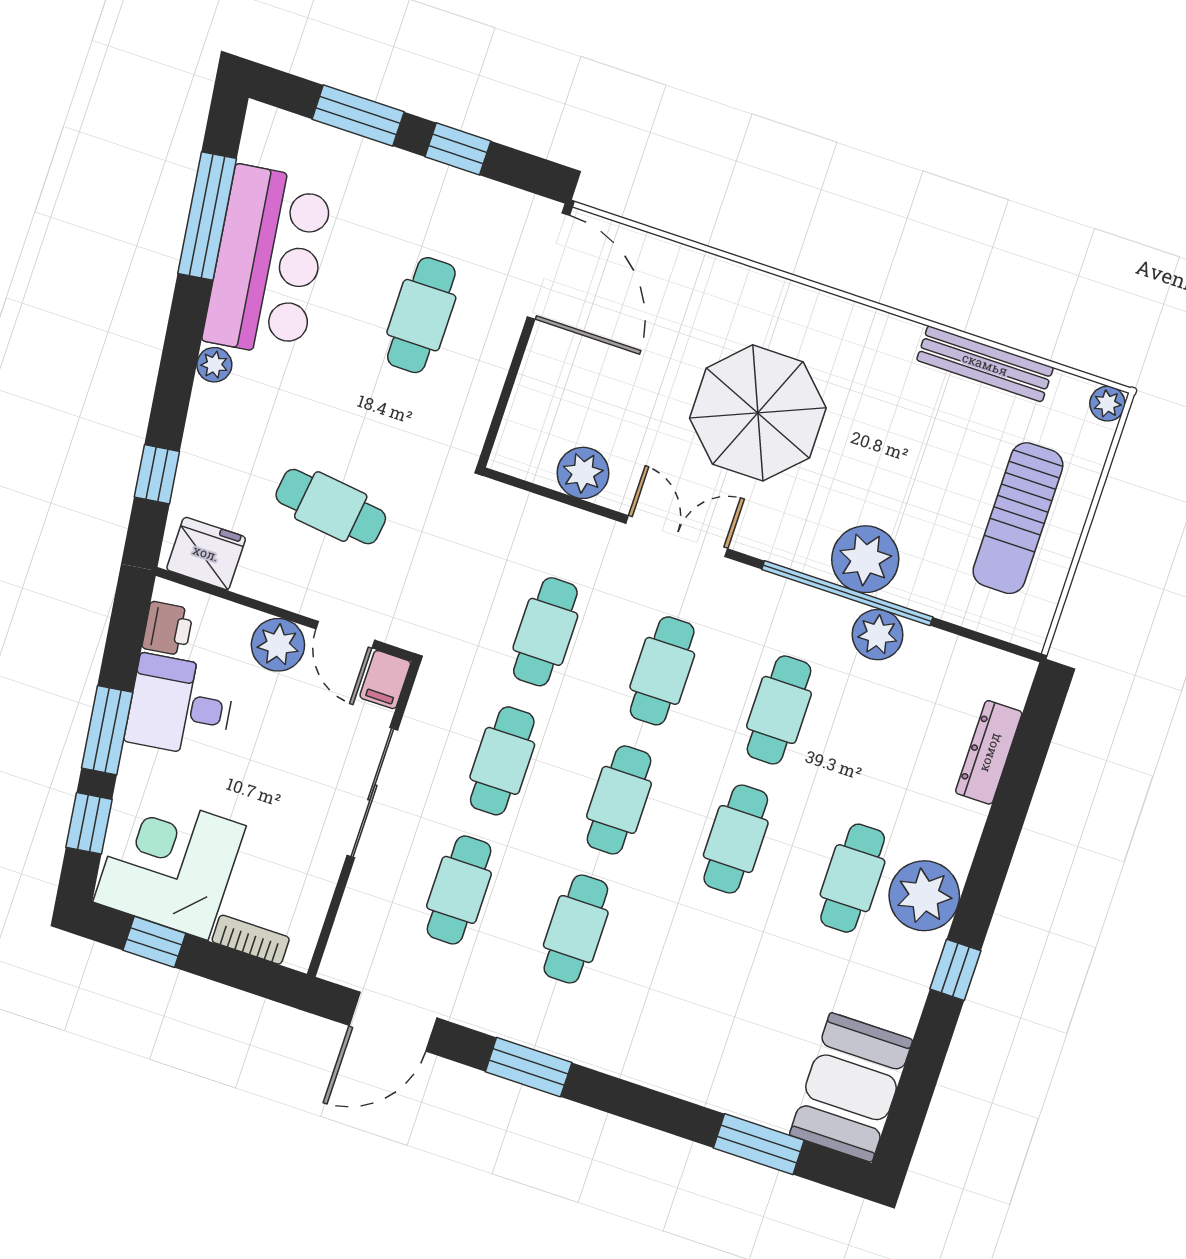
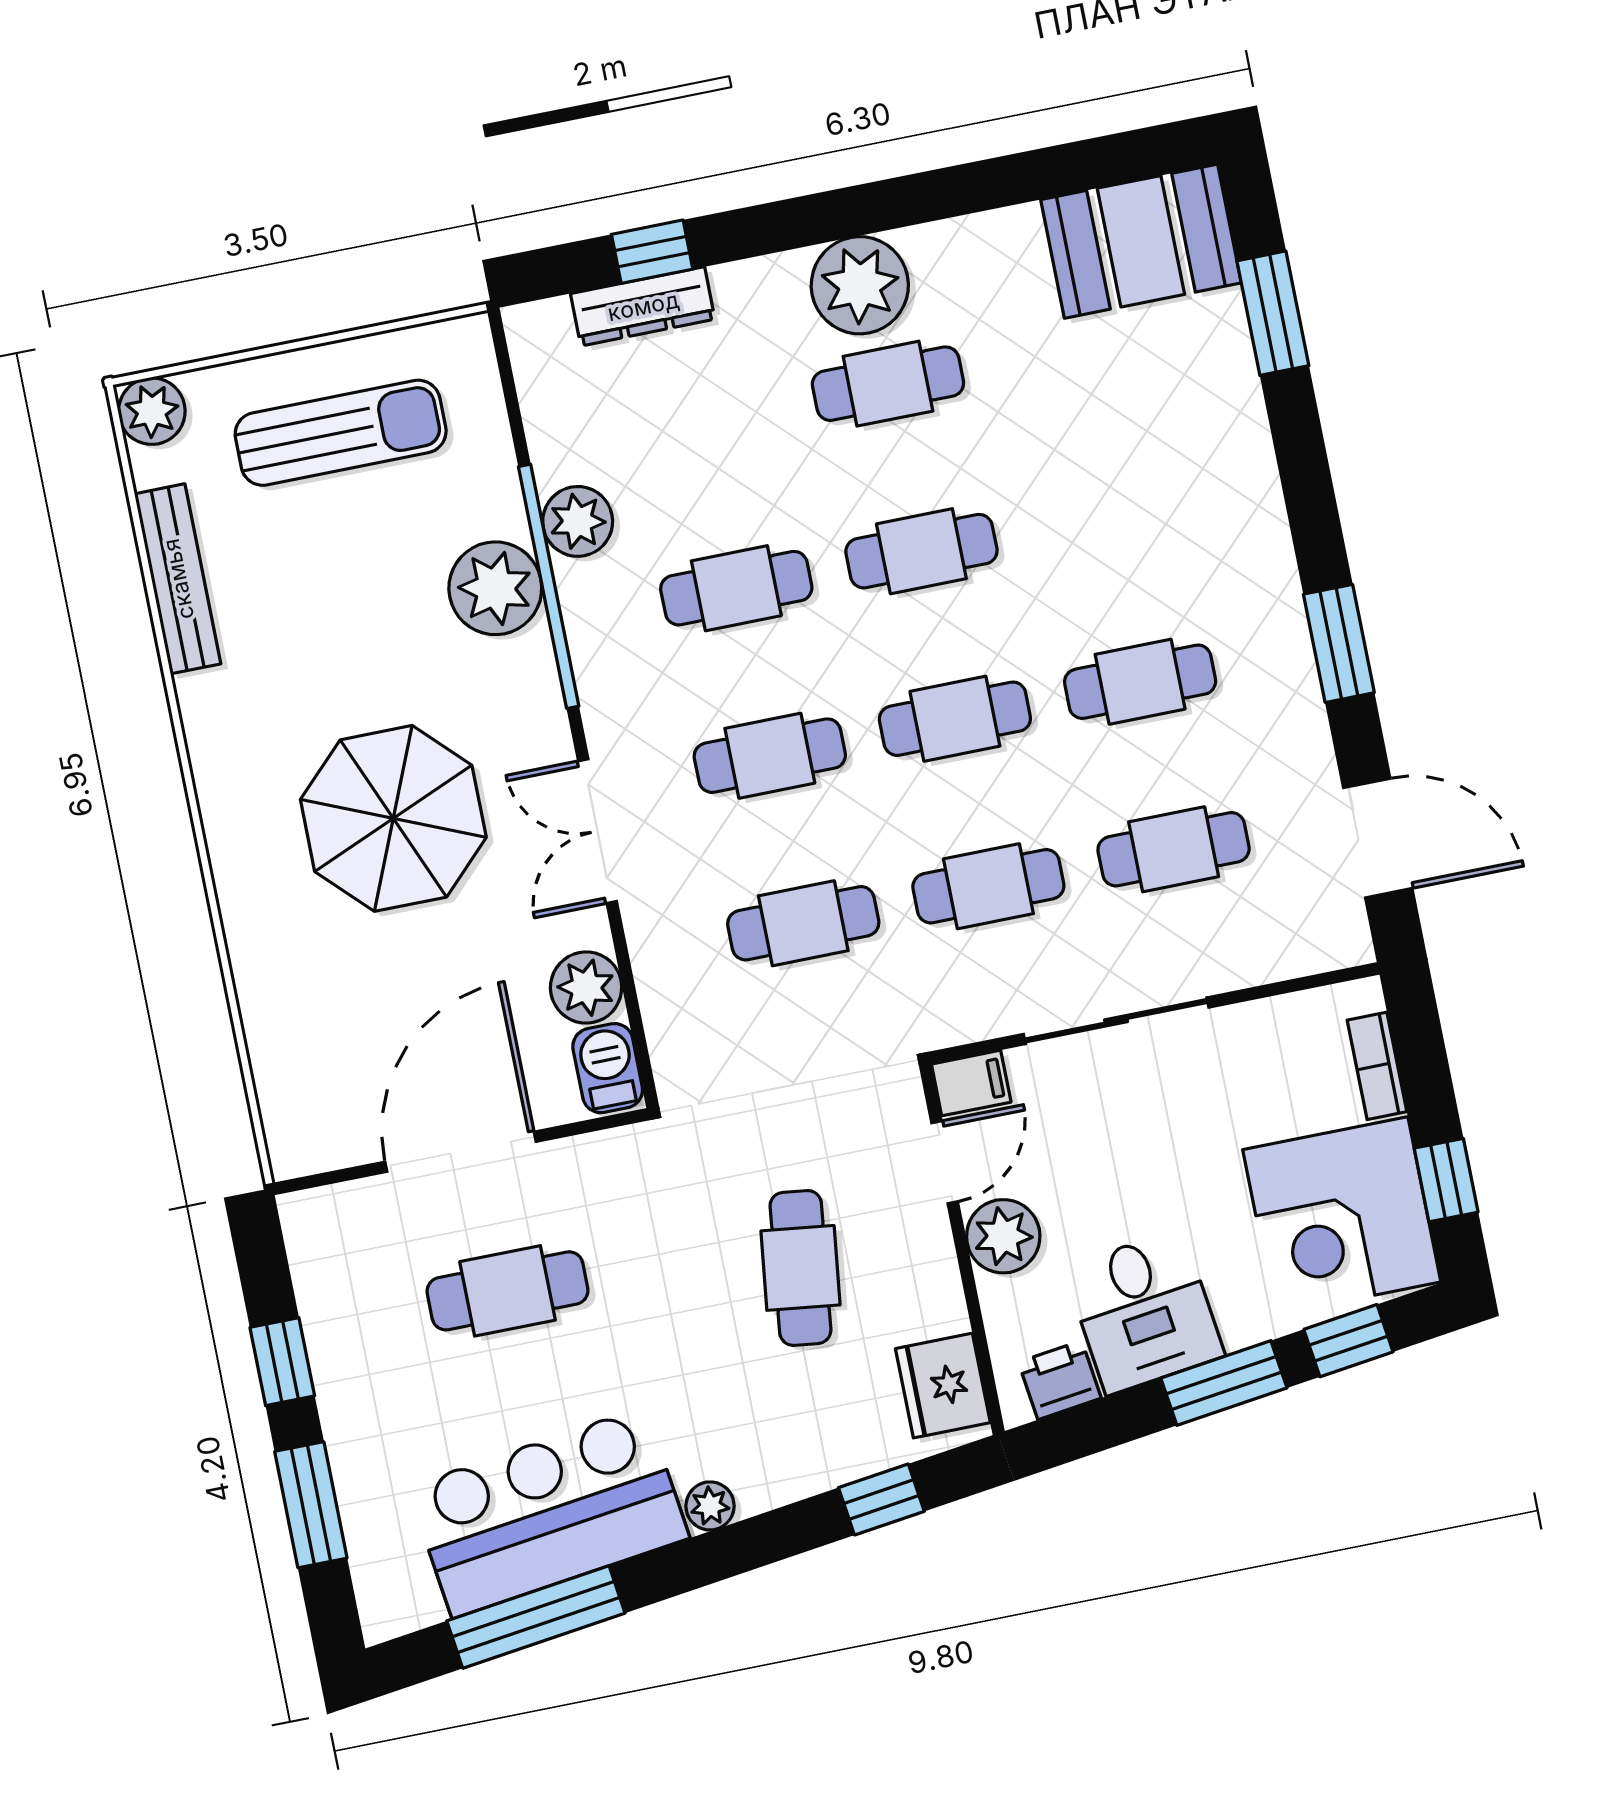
door: (549, 266) -> (460, 1152), moved
plant: (1107, 404) -> (152, 411), width x1.38, depth x1.38
barbecue: (525, 458) -> (608, 1068), added
window: (955, 970) -> (652, 252), moved

